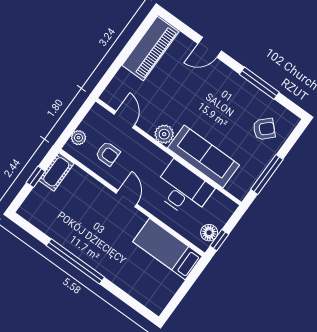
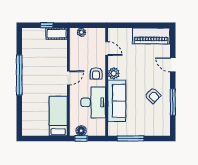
door: (124, 120) -> (107, 49), hinge flipped
armchair: (264, 129) -> (153, 96), moved
armchair: (108, 154) -> (96, 73), moved

